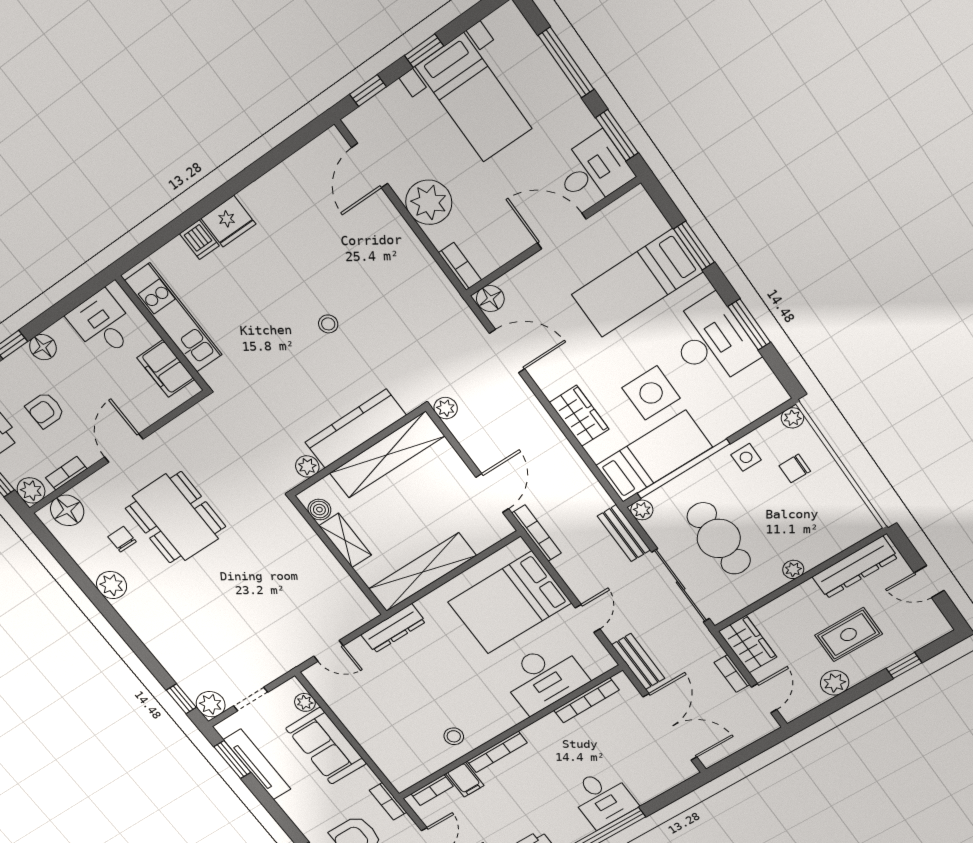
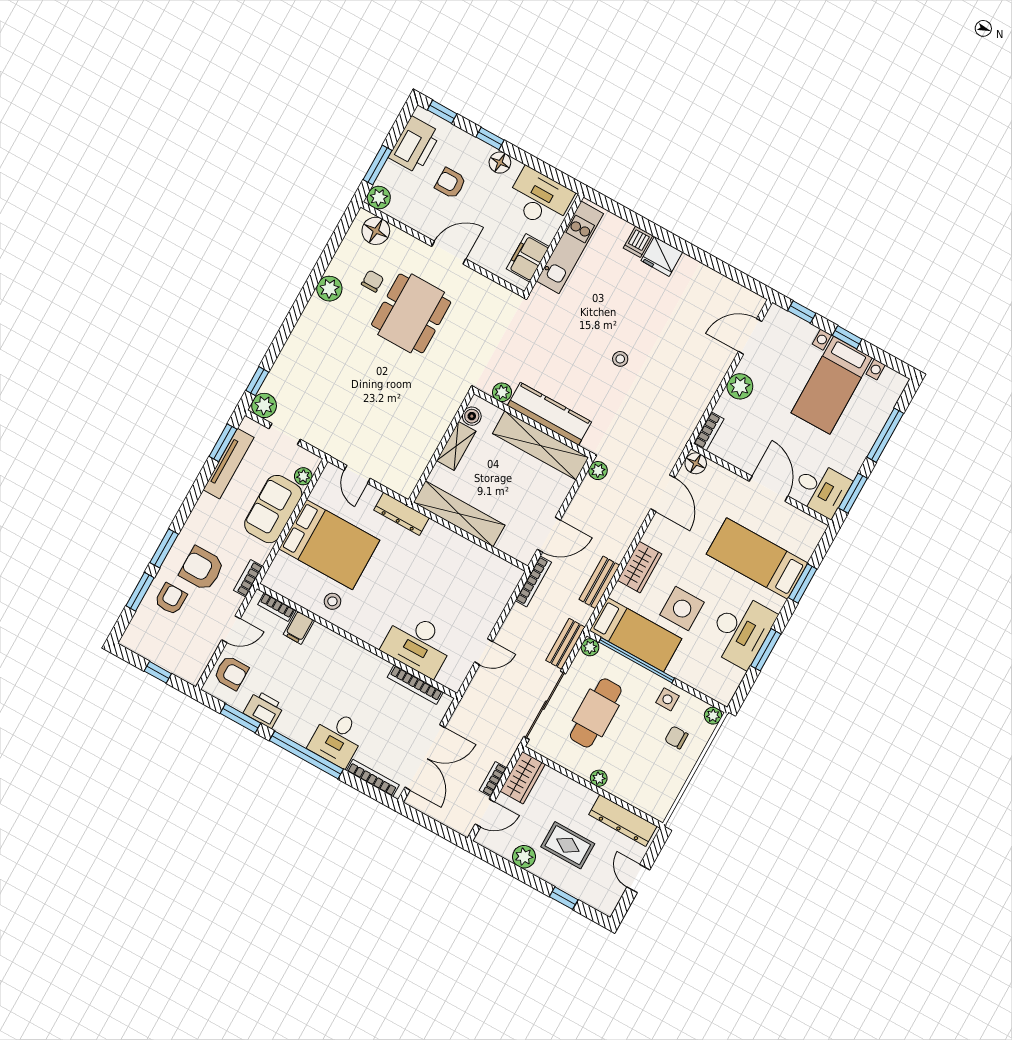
plant: (429, 202) -> (740, 386), width x0.73, depth x0.73
desk: (103, 324) -> (540, 199), width x1.37
bookcase: (66, 473) -> (406, 218), removed
bed: (510, 602) -> (329, 545), moved, turned 180
bench: (638, 662) -> (599, 582), moved
bookcase: (497, 752) -> (373, 778), moved, turned 180

